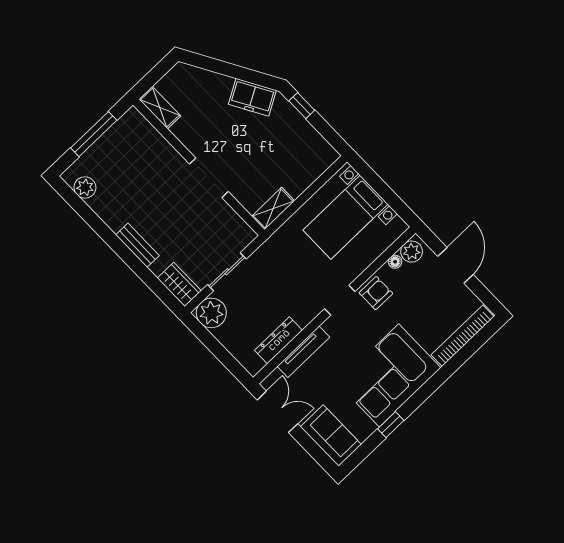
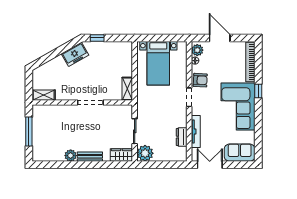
plant: (85, 188) -> (71, 156), moved
armchair: (376, 293) -> (200, 80), turned 93
dresser: (279, 340) -> (182, 137), width x0.70
window: (391, 425) -> (258, 91), moved

